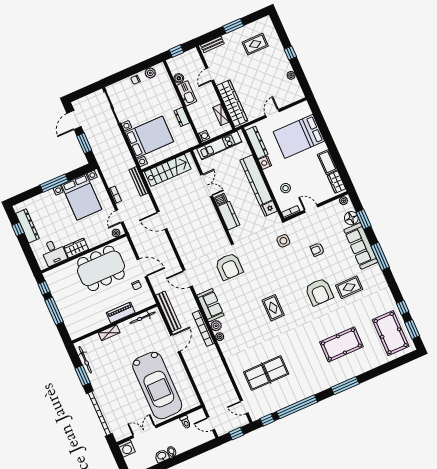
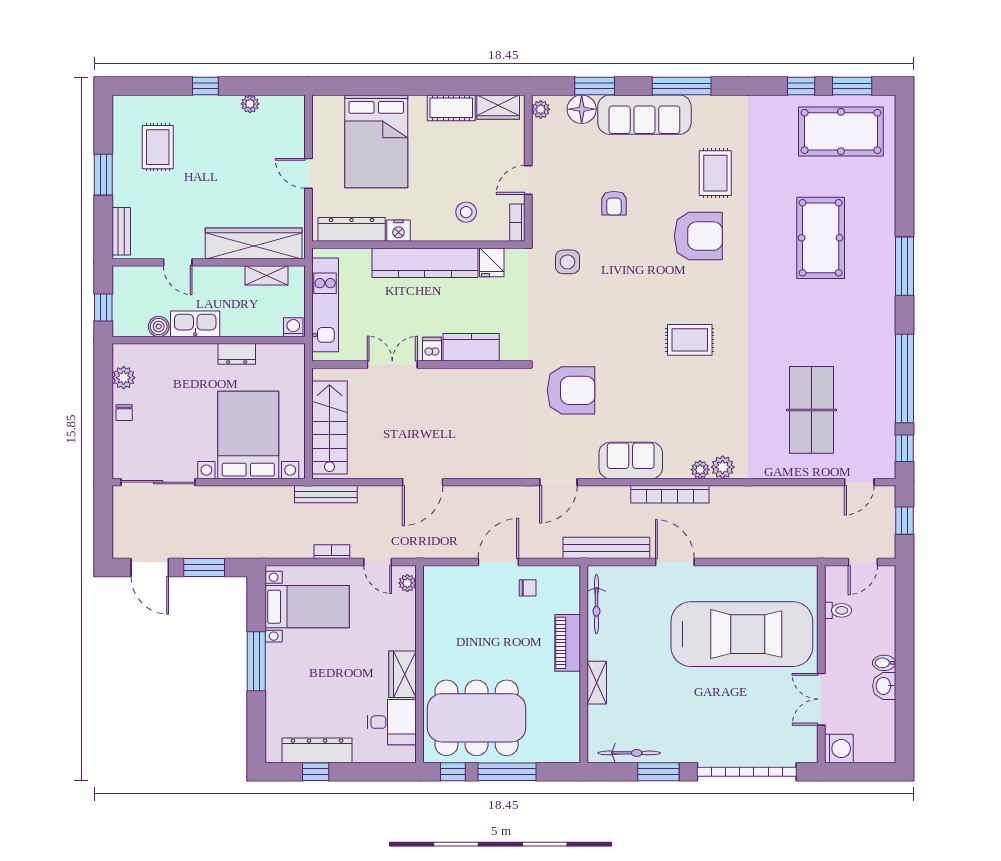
bed with nightstands: (82, 197) -> (307, 607), width x0.73
dining table: (101, 268) -> (477, 718), moved, turned 90
plant: (216, 326) -> (723, 467), moved

